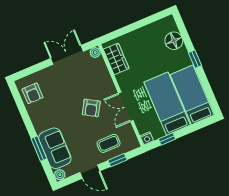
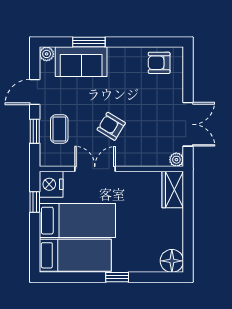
floor lamp: (174, 41) -> (172, 261), moved
wardrobe: (116, 59) -> (173, 190), moved, turned 90
nightstand: (147, 138) -> (51, 184), width x1.89, depth x1.79

